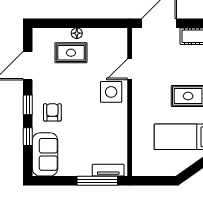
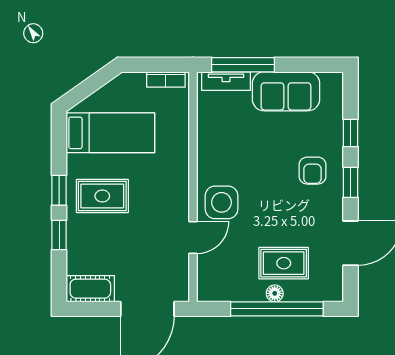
window: (75, 23) -> (277, 309), added
sofa: (45, 154) -> (286, 91), moved, turned -90
bookcase: (147, 171) -> (166, 80), added

